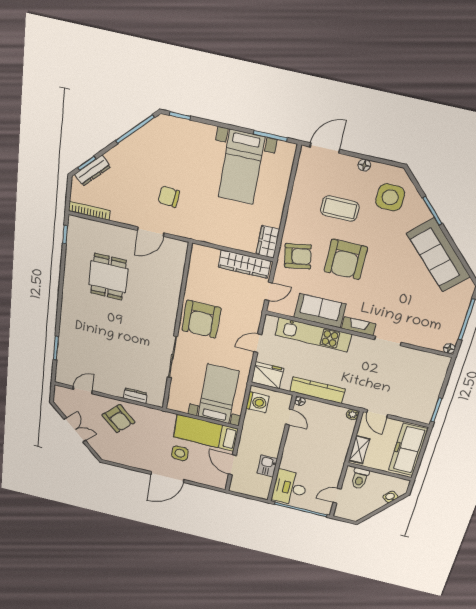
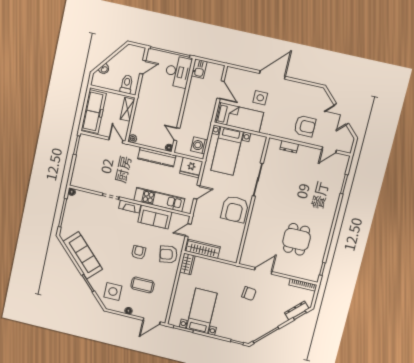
armchair: (346, 259) -> (139, 252), width x0.53, depth x0.53
armchair: (201, 319) -> (235, 209), turned 180
armchair: (118, 419) -> (305, 126), turned 136
kitchen sink: (267, 466) -> (199, 69), moved

